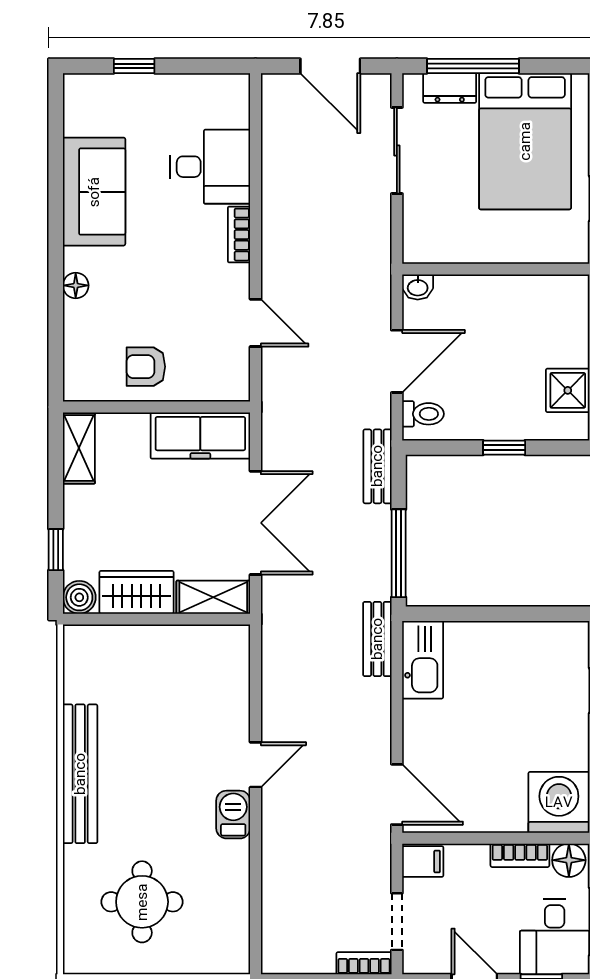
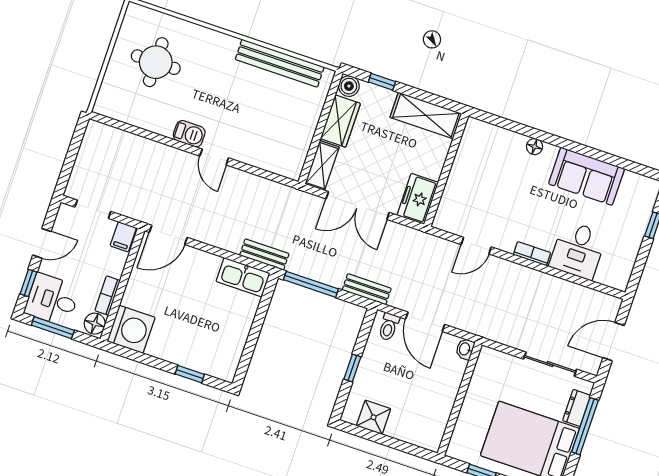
armchair: (146, 367) -> (472, 172), removed
freezer: (200, 435) -> (418, 199), width x0.71
shelving: (79, 448) -> (426, 115), width x1.50, depth x1.33
bench: (80, 774) -> (280, 63), moved
bookcase: (364, 963) -> (75, 181), removed

